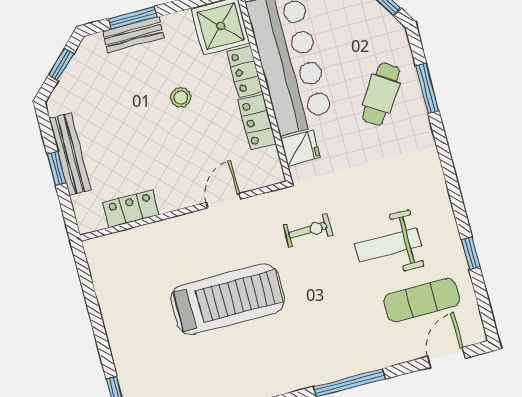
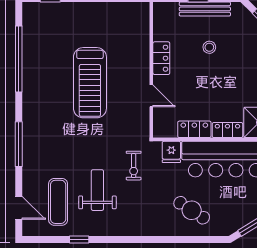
window: (427, 88) -> (188, 240), removed
stool: (181, 97) -> (209, 47), moved
locker: (131, 209) -> (161, 58), moved
exercise bike: (308, 230) -> (134, 166), moved

